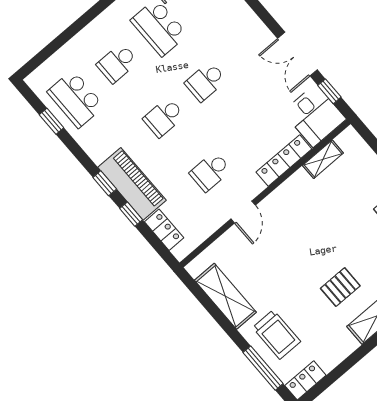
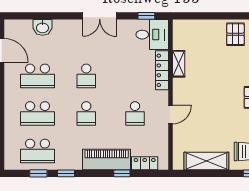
double door: (297, 54) -> (100, 16), moved
school desk: (117, 63) -> (37, 113), width x1.85
shelving: (323, 159) -> (179, 64), moved
window: (105, 183) -> (66, 173), moved
door: (243, 212) -> (171, 114), hinge flipped

